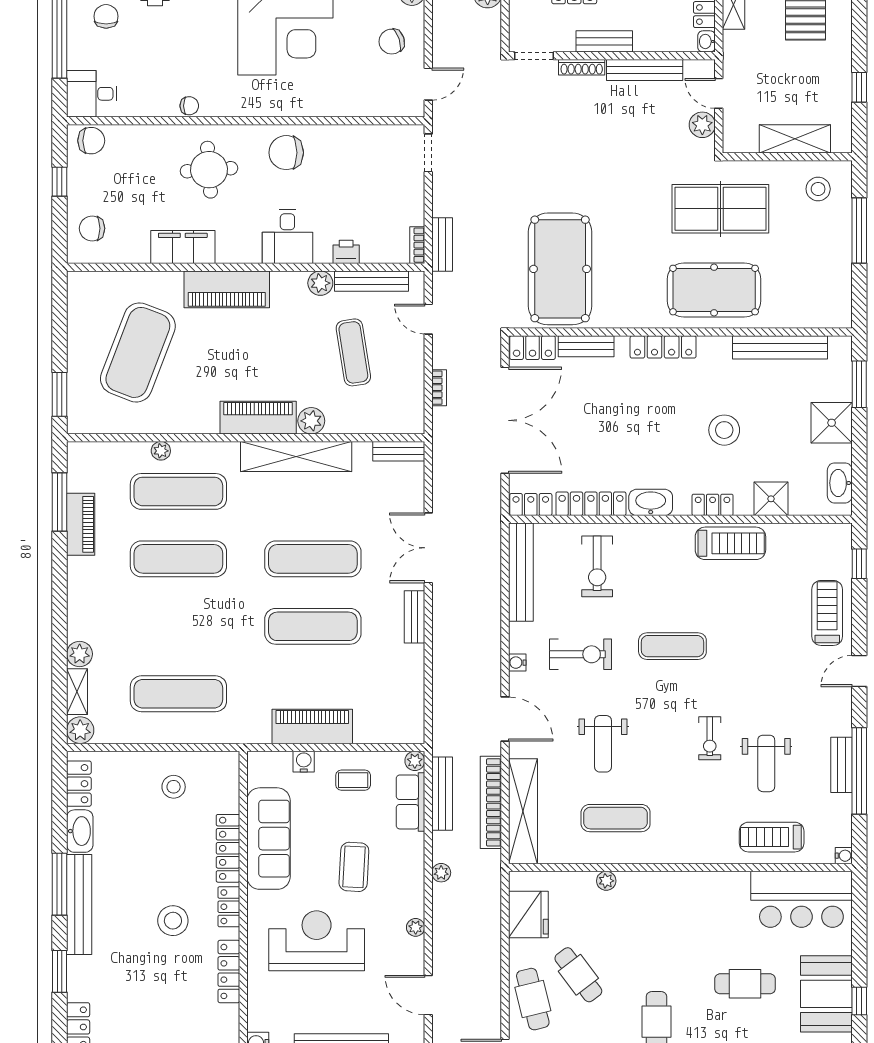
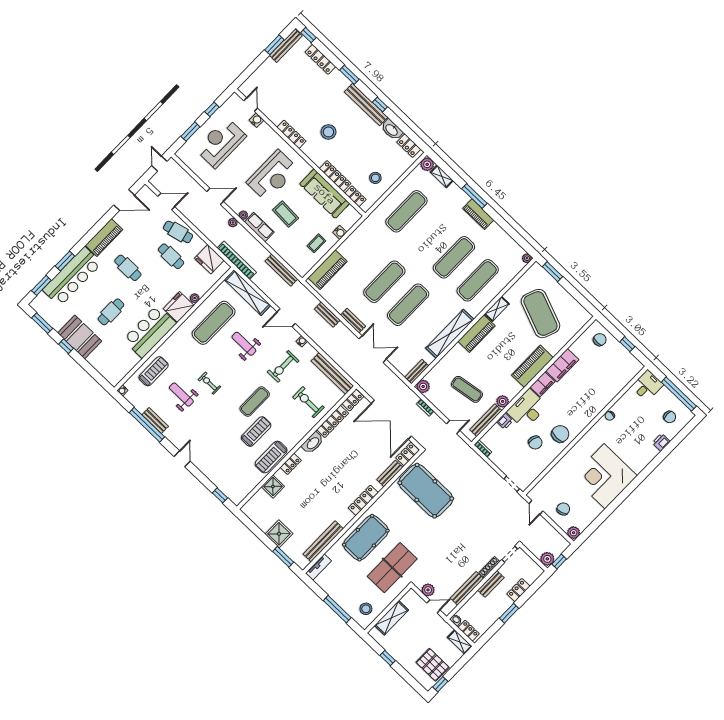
chair: (91, 141) -> (535, 443), moved, turned -76
round table: (209, 170) -> (581, 401), removed
desk: (287, 236) -> (527, 409), width x1.37
bench: (442, 244) -> (327, 315), moved
filing cabinet: (239, 249) -> (543, 384), added
tv unit: (824, 318) -> (318, 567), added
plant: (311, 421) -> (423, 386), moved
shelving: (193, 423) -> (497, 309), added
stool: (724, 430) -> (313, 493), removed
plant: (161, 451) -> (527, 258), moved
washbasin: (840, 483) -> (255, 516), removed
window: (60, 502) -> (474, 196), moved
piano: (81, 524) -> (478, 214), moved
treadmill: (827, 613) -> (256, 432), moved, turned -90
plant: (80, 654) -> (454, 190), removed
piano: (312, 726) -> (328, 270), moved
plant: (415, 761) -> (302, 272), removed
row of seats: (411, 802) -> (259, 227), moved
bookcase: (491, 802) -> (237, 260), moved
exercise mat: (616, 818) -> (214, 323), width x1.36, depth x1.45
plant: (441, 873) -> (233, 222), moved
window: (60, 884) -> (380, 104), width x0.46
fridge: (642, 892) -> (179, 307), added
bar counter: (801, 899) -> (150, 331), moved
locker: (229, 907) -> (355, 196), moved
cafe table: (578, 975) -> (171, 256), turned 37

